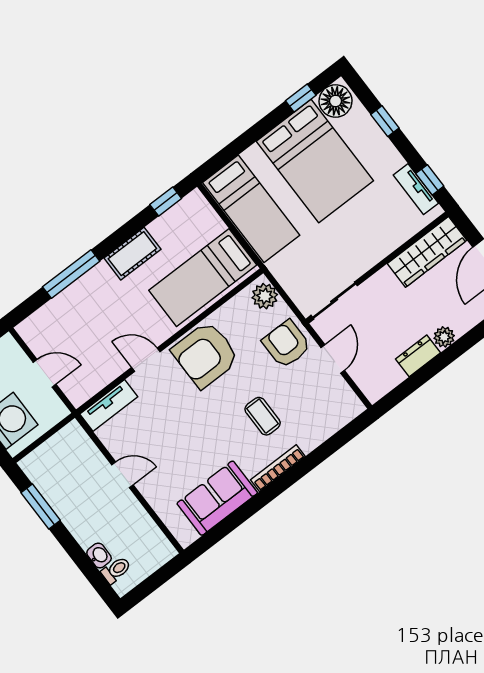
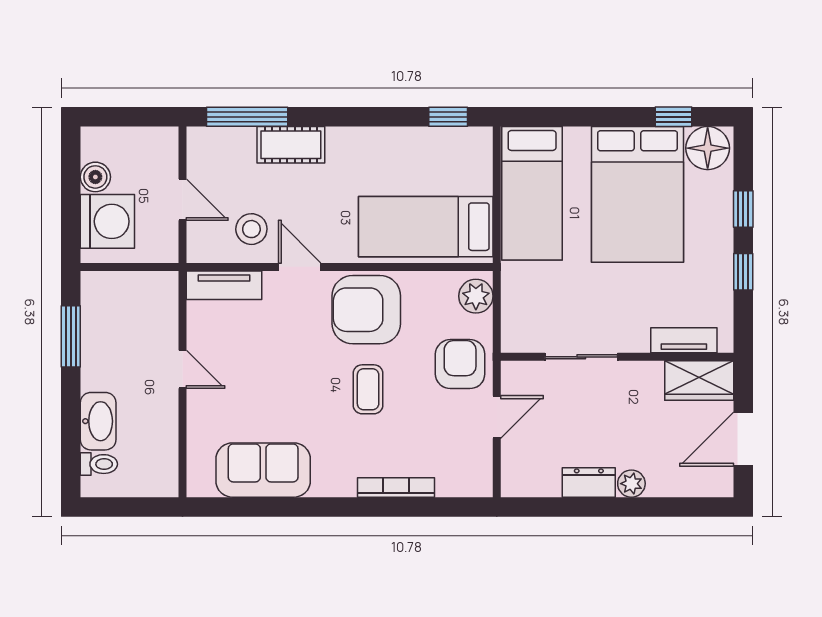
window: (430, 180) -> (743, 272), moved
tv unit: (416, 189) -> (684, 340), moved, turned 90
wardrobe: (427, 252) -> (699, 380), width x0.67
cot: (132, 254) -> (291, 145), moved
window: (71, 274) -> (247, 117), moved
sliding door: (334, 301) -> (581, 357), moved
stool: (99, 359) -> (251, 229), added
coffee table: (263, 416) -> (368, 389), moved
bookcase: (278, 468) -> (396, 487), moved
washbasin: (99, 556) -> (98, 421), width x1.91, depth x1.45

